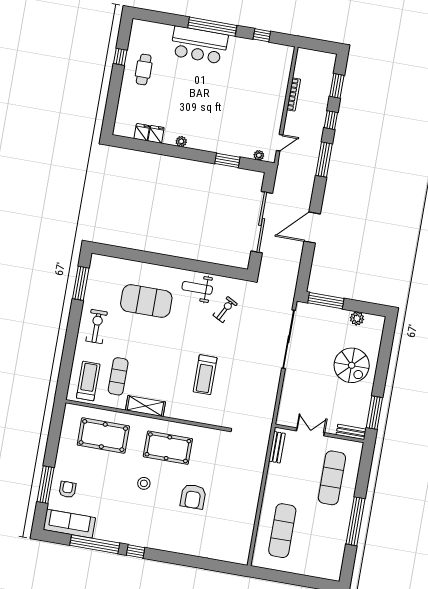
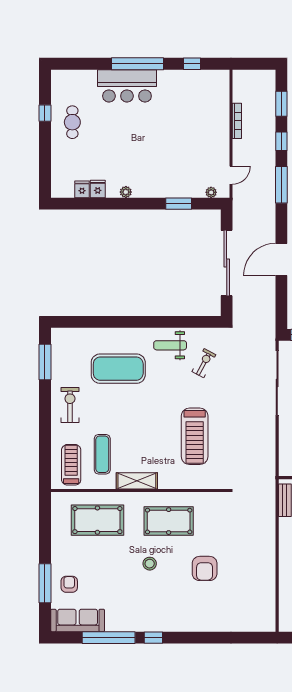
treadmill: (205, 375) -> (195, 436), width x1.37, depth x1.38

